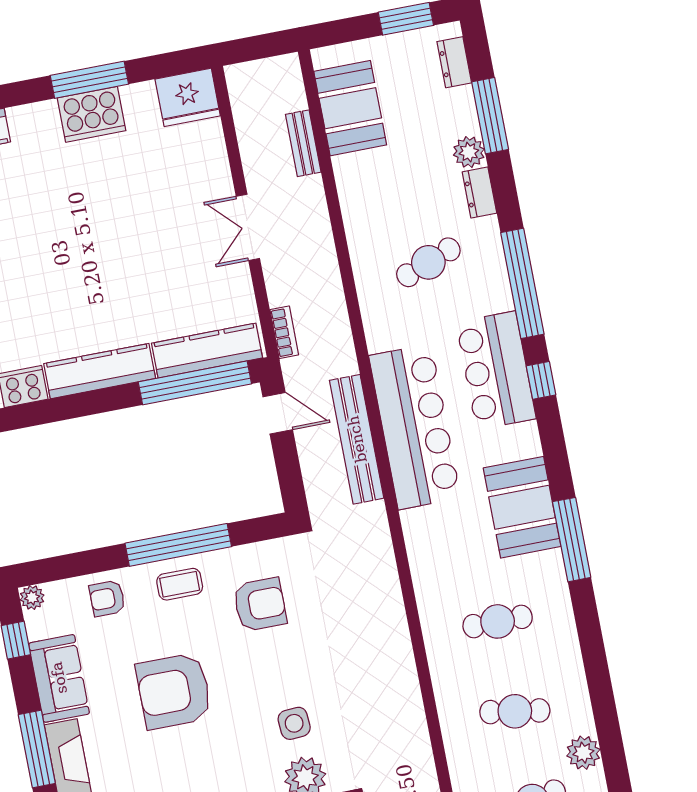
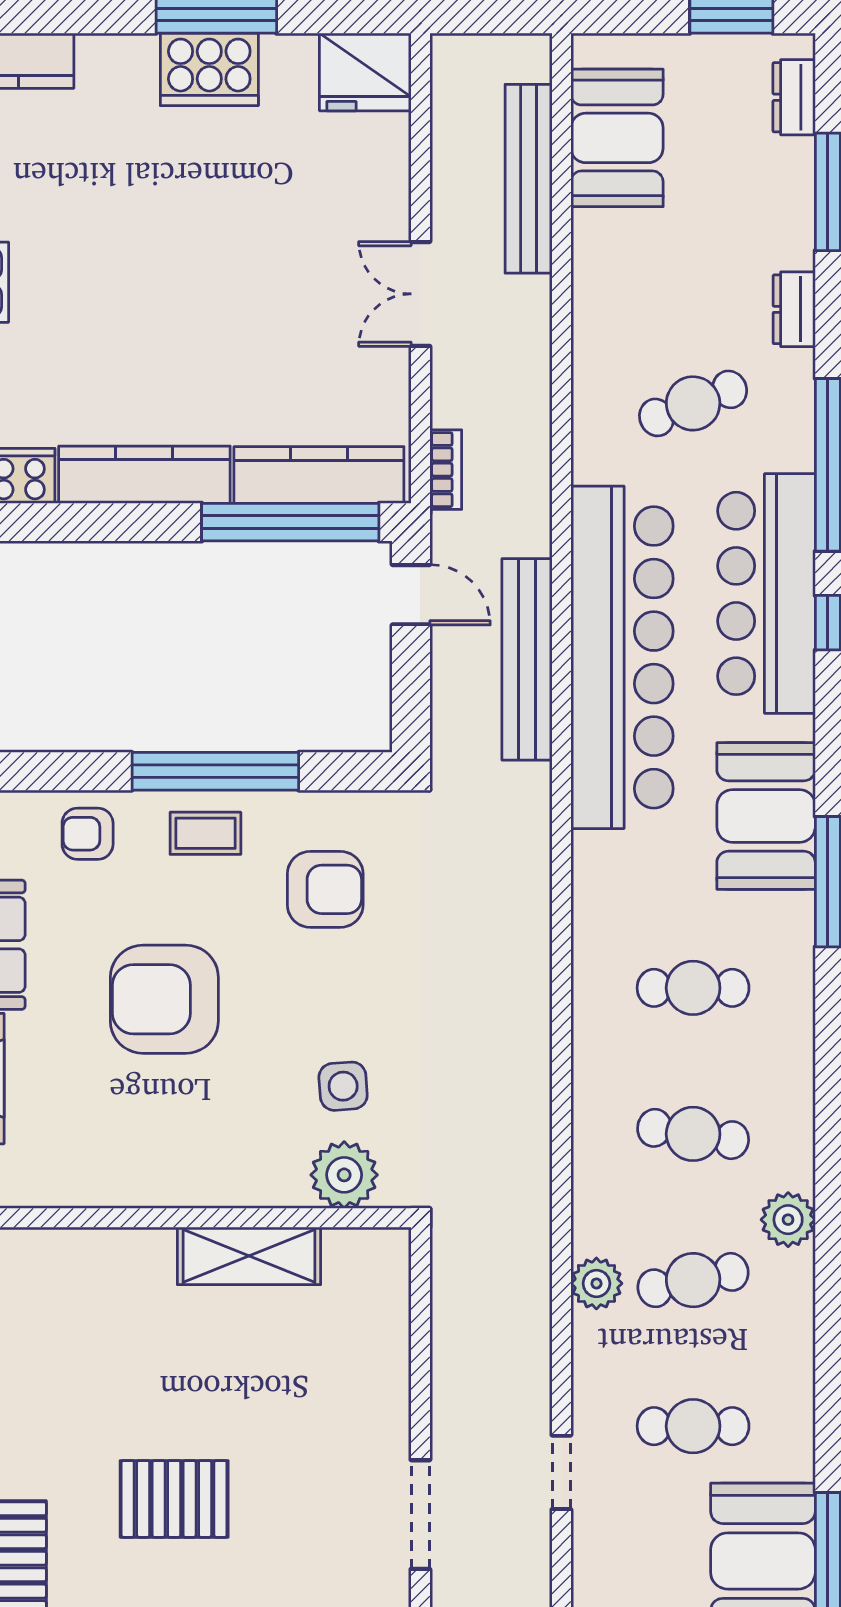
bench: (303, 143) -> (529, 179), width x1.86, depth x1.21
plant: (469, 152) -> (790, 243), removed
bar counter: (496, 370) -> (766, 593), width x1.36
bar counter: (415, 427) -> (622, 657), width x1.36

